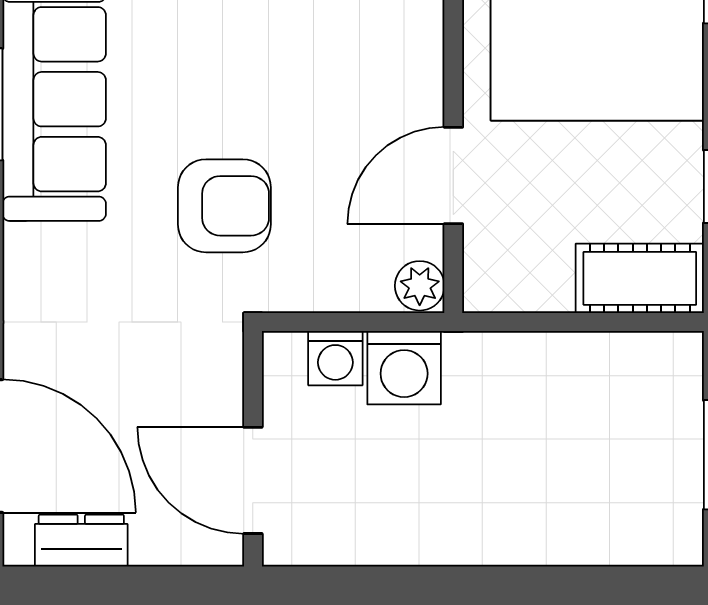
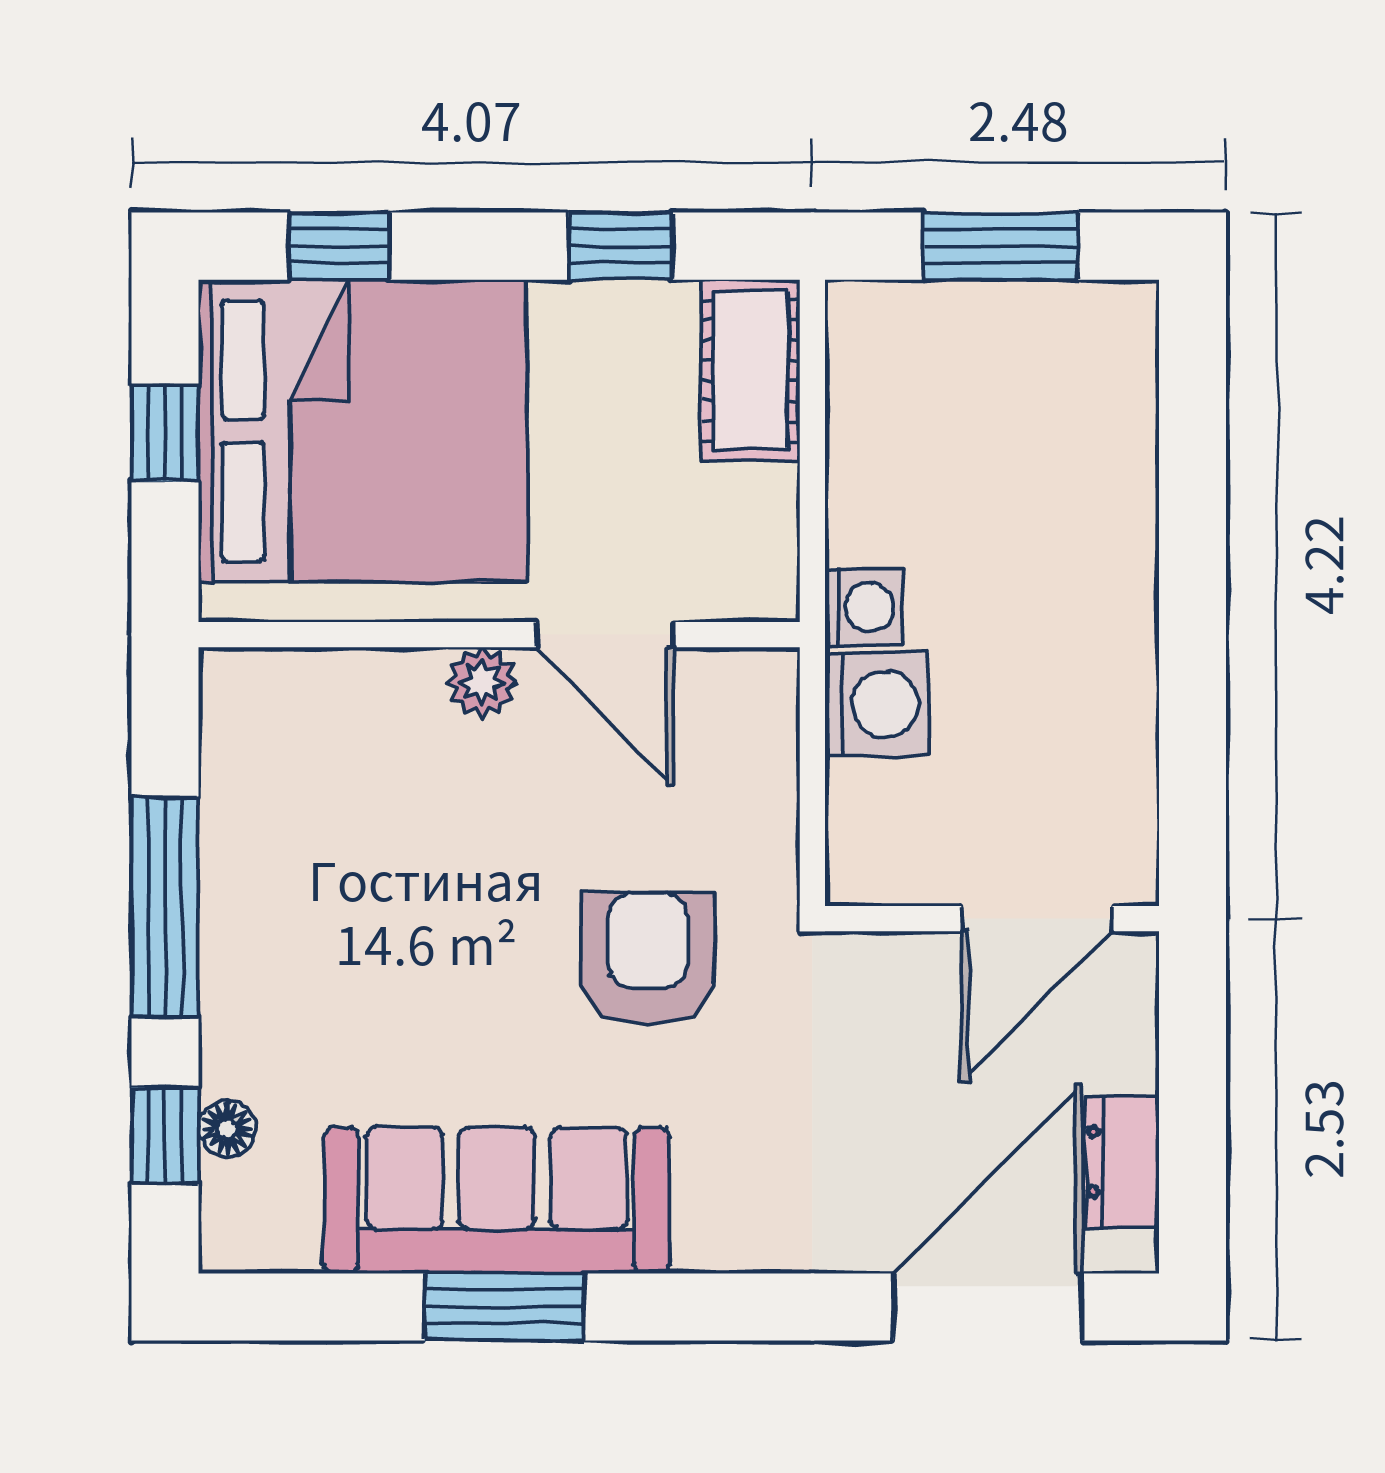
plant: (420, 286) -> (482, 682), moved
washing machine: (335, 358) -> (864, 607), moved

